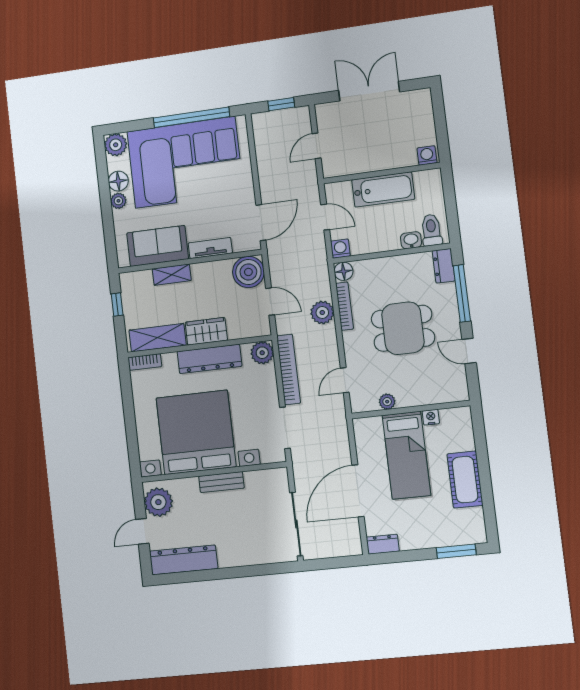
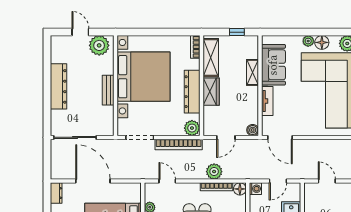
boiler: (248, 272) -> (253, 130), width x0.54, depth x0.54
dresser: (184, 560) -> (59, 86), moved

